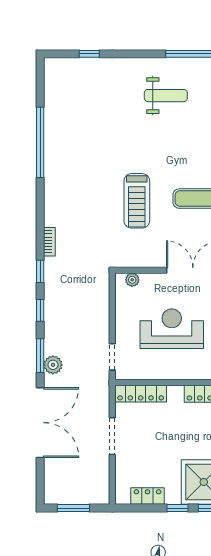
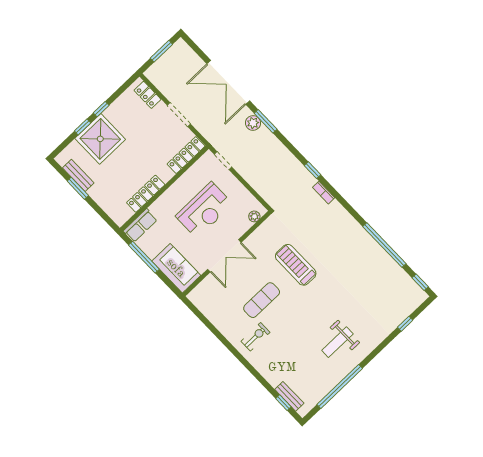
window: (40, 310) -> (420, 282), moved
locker: (148, 496) -> (148, 95), moved, turned 90

